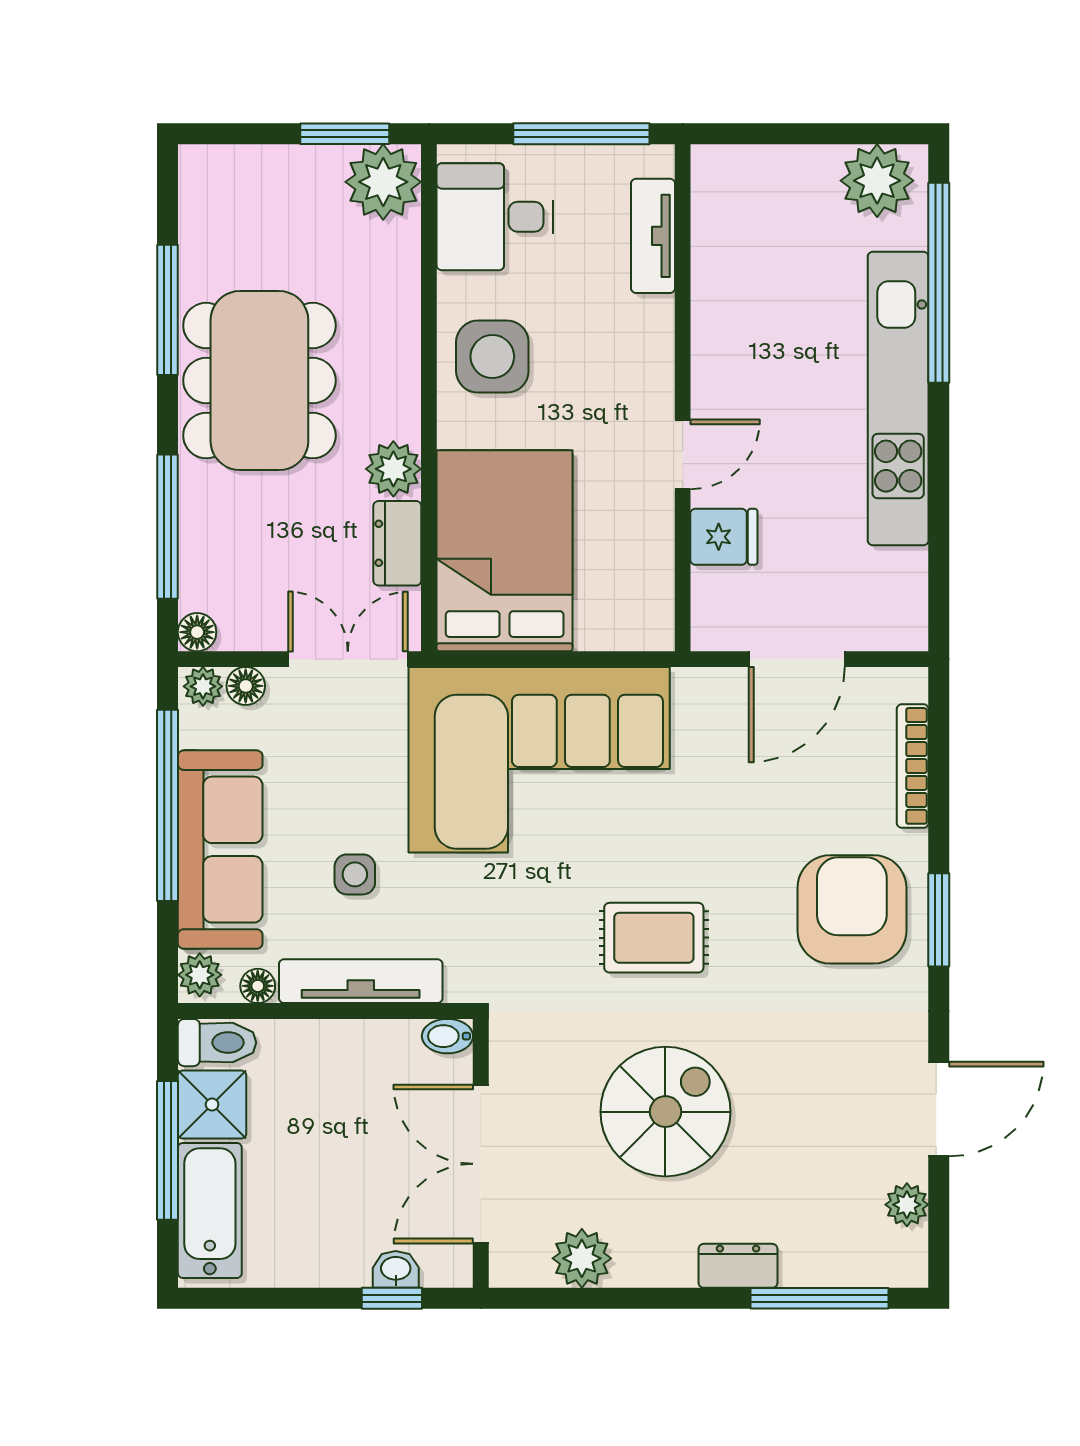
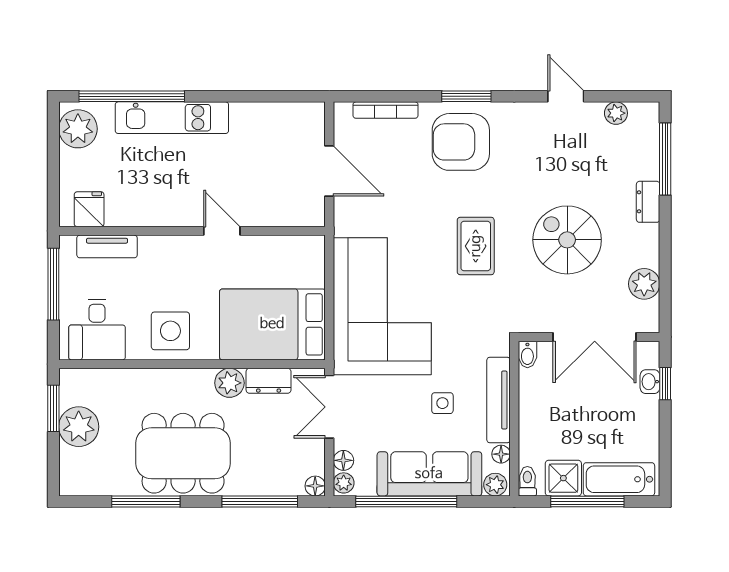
plant: (383, 182) -> (79, 427), moved
kitchen unit: (898, 398) -> (172, 118), width x0.73
fridge: (724, 537) -> (89, 209), moved
toilet: (217, 1043) -> (527, 481), width x0.73, depth x0.72
door: (939, 1109) -> (566, 96), width x0.73

